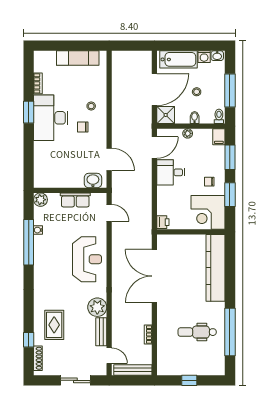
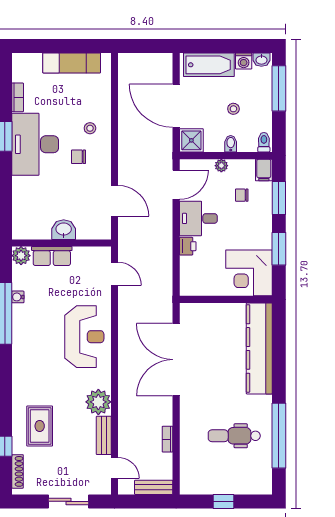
door: (154, 90) -> (176, 106), swing flipped
window: (230, 90) -> (279, 88), moved
washbasin: (93, 181) -> (64, 230), moved
chair: (209, 182) -> (242, 195), moved
row of seats: (75, 200) -> (52, 256), moved
printer: (163, 222) -> (188, 246), moved
bench: (133, 370) -> (154, 487), width x0.73

